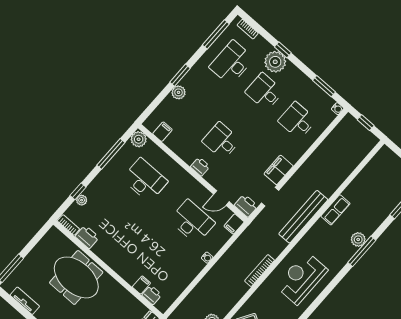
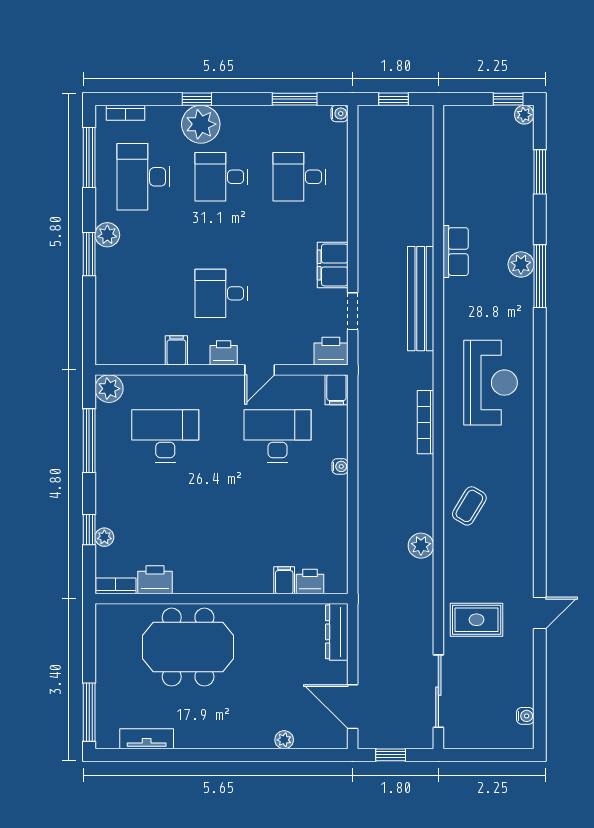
plant: (179, 92) -> (107, 235), moved
filing cabinet: (162, 132) -> (176, 350), moved
door: (221, 198) -> (260, 370), moved
reception desk: (302, 278) -> (490, 383), turned 180

